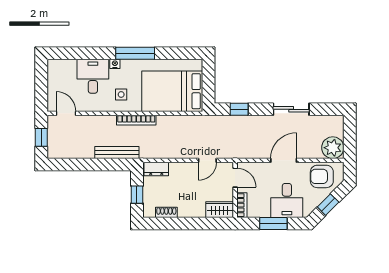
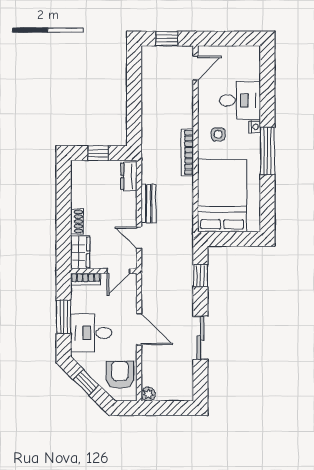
plant: (333, 148) -> (148, 394), width x0.53, depth x0.53
bench: (117, 153) -> (149, 204), moved, width x0.73
shoe rack: (166, 212) -> (77, 222), moved

